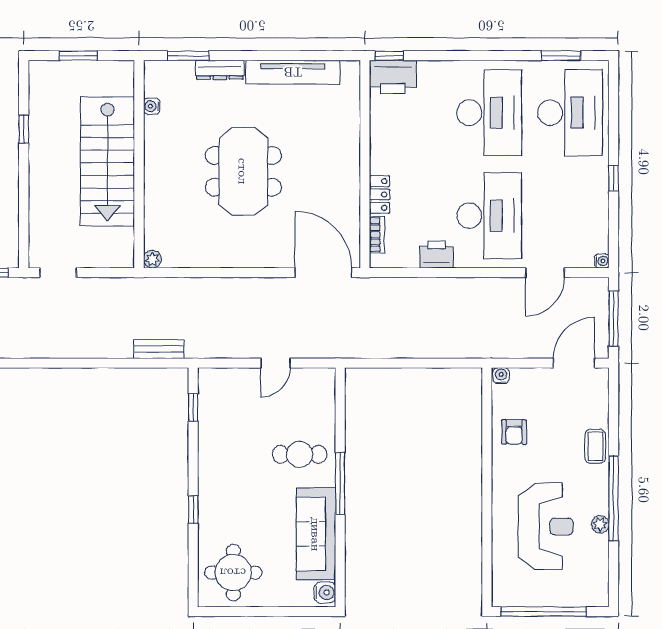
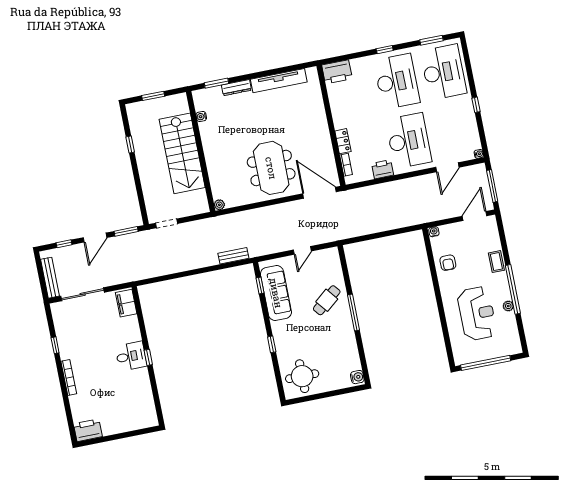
window: (389, 56) -> (385, 50), moved
meeting table: (243, 171) -> (271, 168), moved
cafe table: (300, 454) -> (327, 300), turned -39
sofa: (316, 534) -> (276, 293), moved, turned 180

